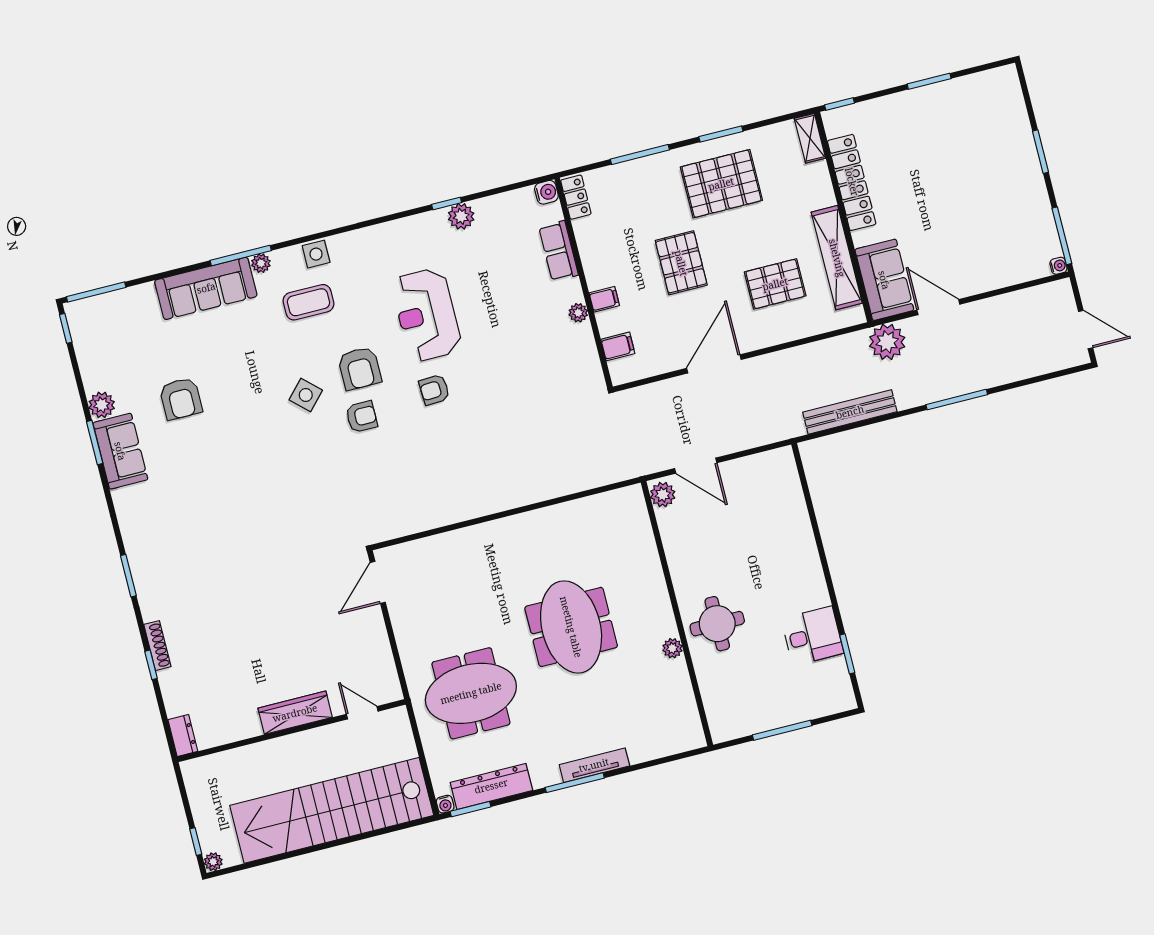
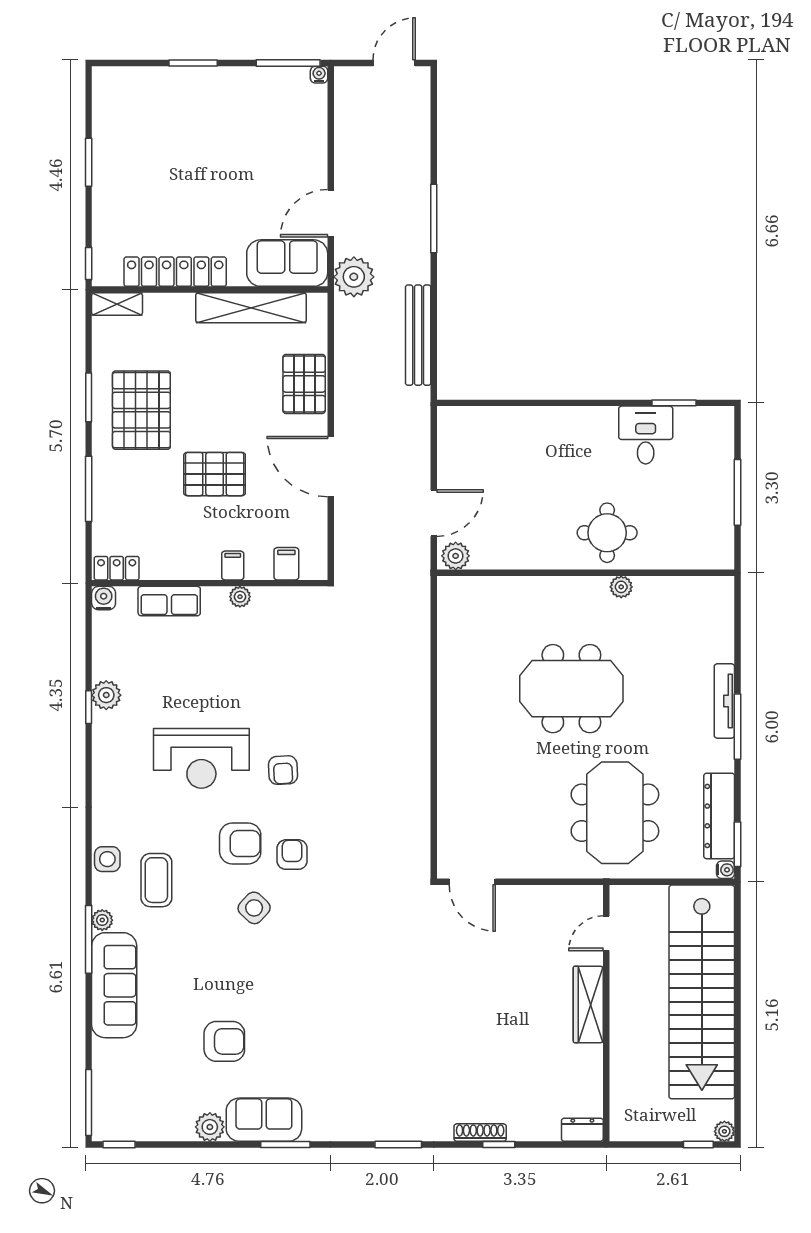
pallet: (775, 284) -> (304, 384), moved
window: (95, 442) -> (285, 1144), moved

